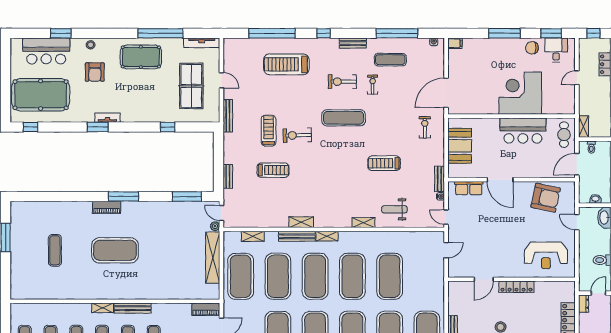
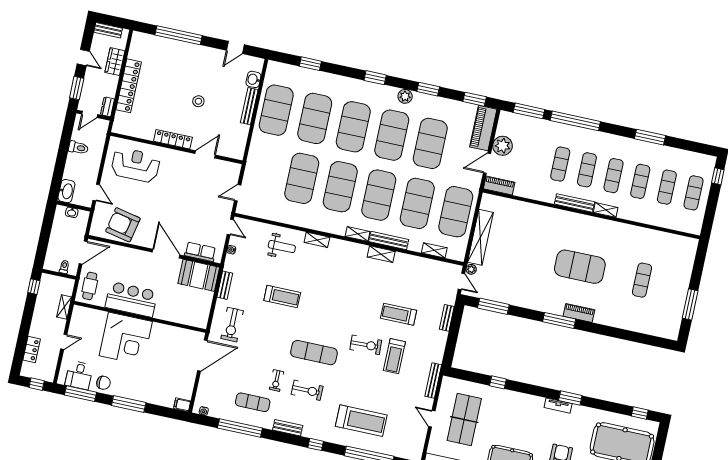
window: (551, 33) -> (80, 394), width x1.44
exercise bike: (425, 127) -> (232, 325), width x1.38, depth x1.39
shelving: (583, 127) -> (64, 307), moved
booth: (460, 146) -> (199, 275), moved, turned 90
bench: (439, 179) -> (225, 285), moved

